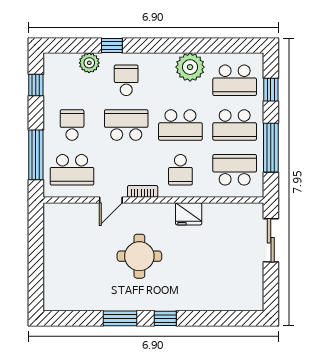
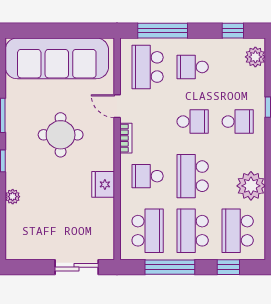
plant: (89, 63) -> (255, 57), moved
school desk: (72, 125) -> (193, 67), turned 180
school desk: (126, 125) -> (193, 122), width x0.54
sofa: (63, 260) -> (57, 58), added
plant: (201, 304) -> (13, 197), added

